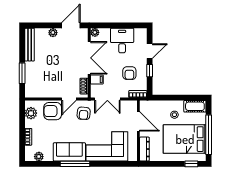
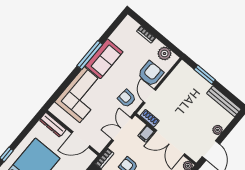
plant: (39, 157) -> (122, 29), removed

